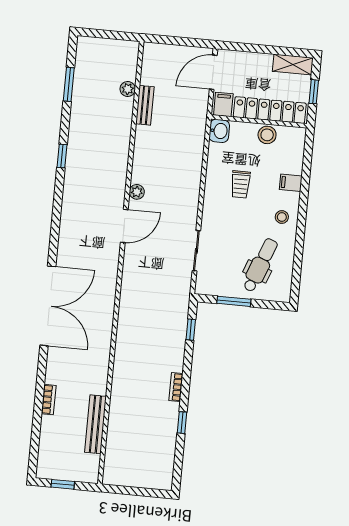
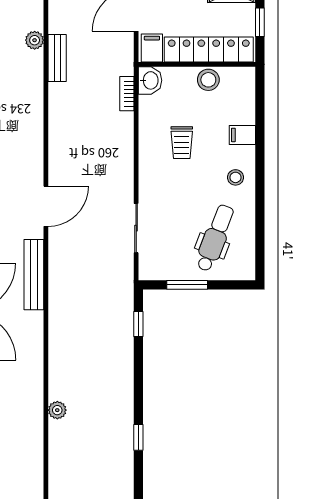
plant: (137, 192) -> (57, 410), moved
bookcase: (176, 387) -> (127, 94), moved
bench: (95, 424) -> (34, 275), moved

